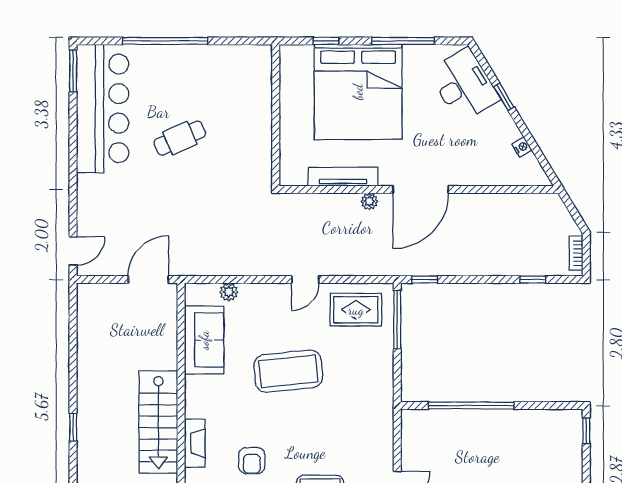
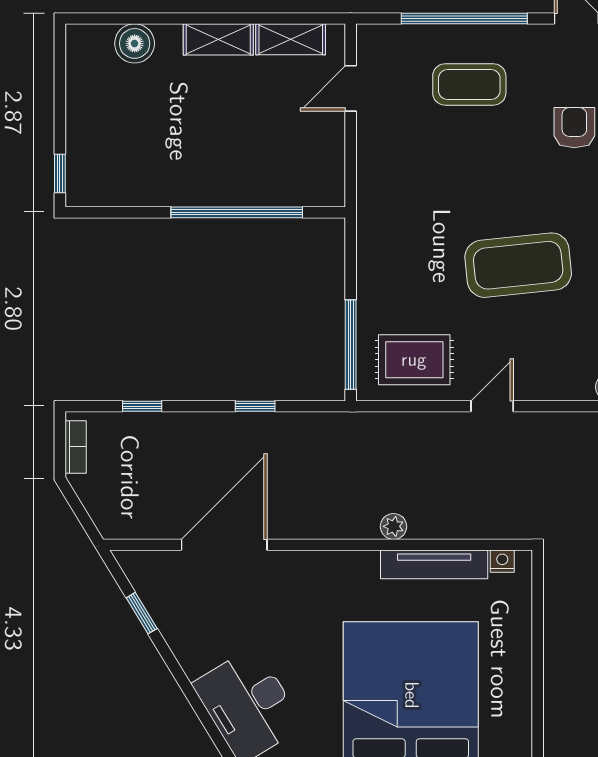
window: (504, 97) -> (142, 613), moved
nightstand: (522, 147) -> (502, 561), moved, turned 121
door: (421, 189) -> (224, 545), moved
window: (425, 280) -> (255, 406), moved

